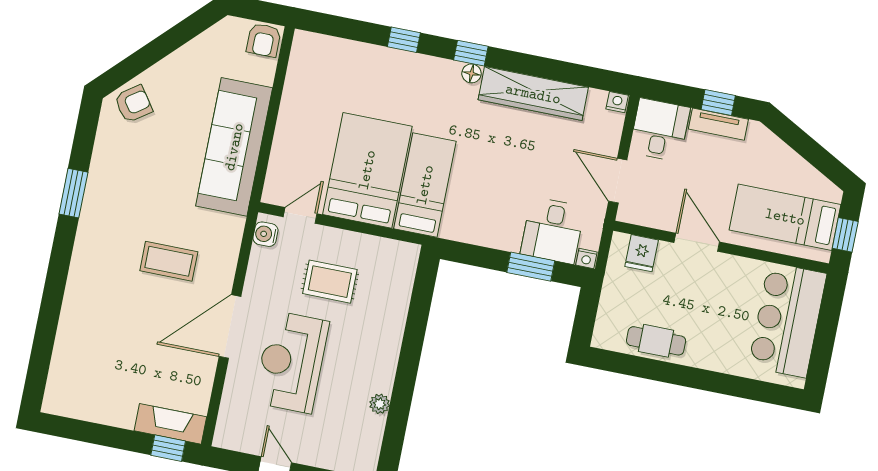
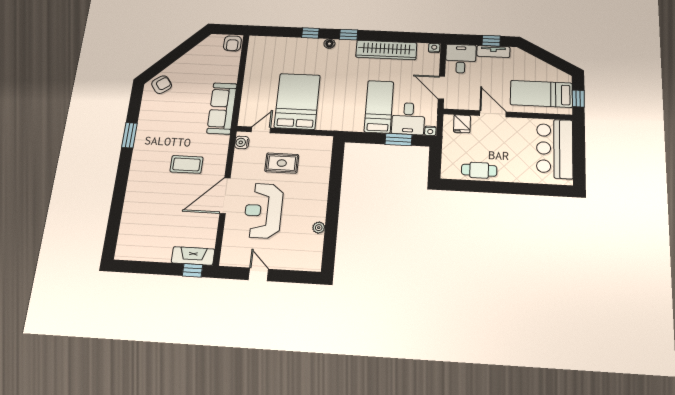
floor lamp: (471, 73) -> (329, 44), moved
sofa: (234, 147) -> (222, 108), width x0.74, depth x0.79
bed: (425, 185) -> (379, 107), moved

